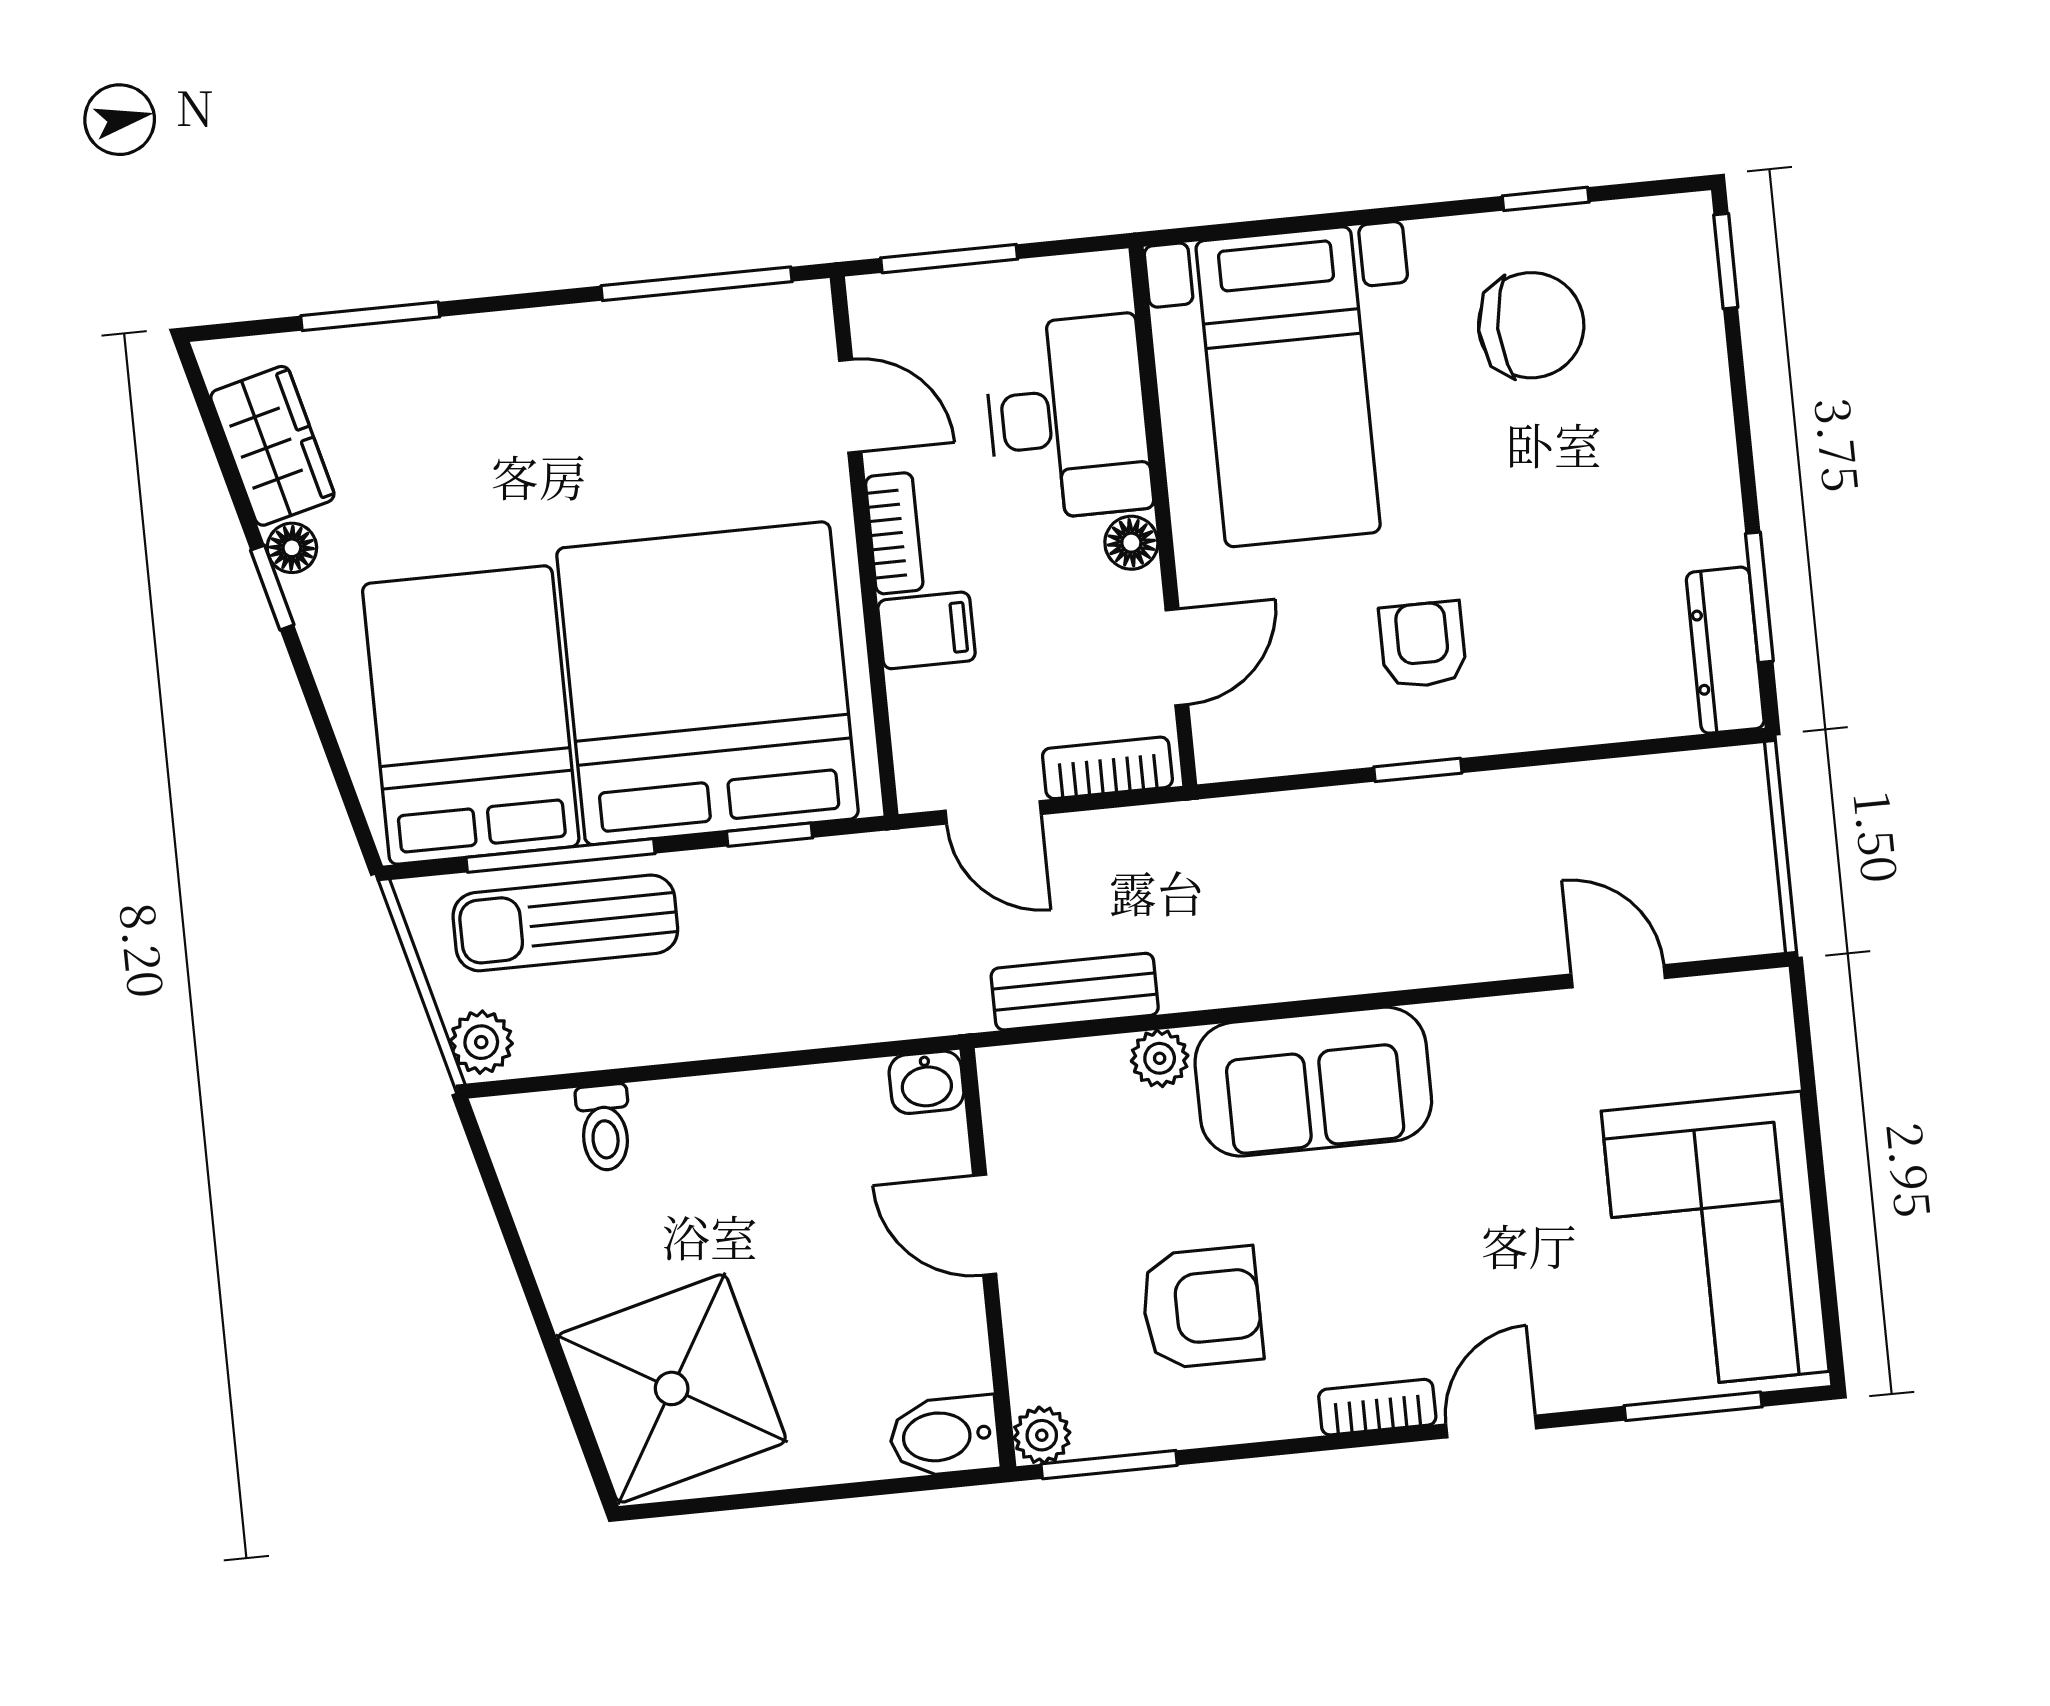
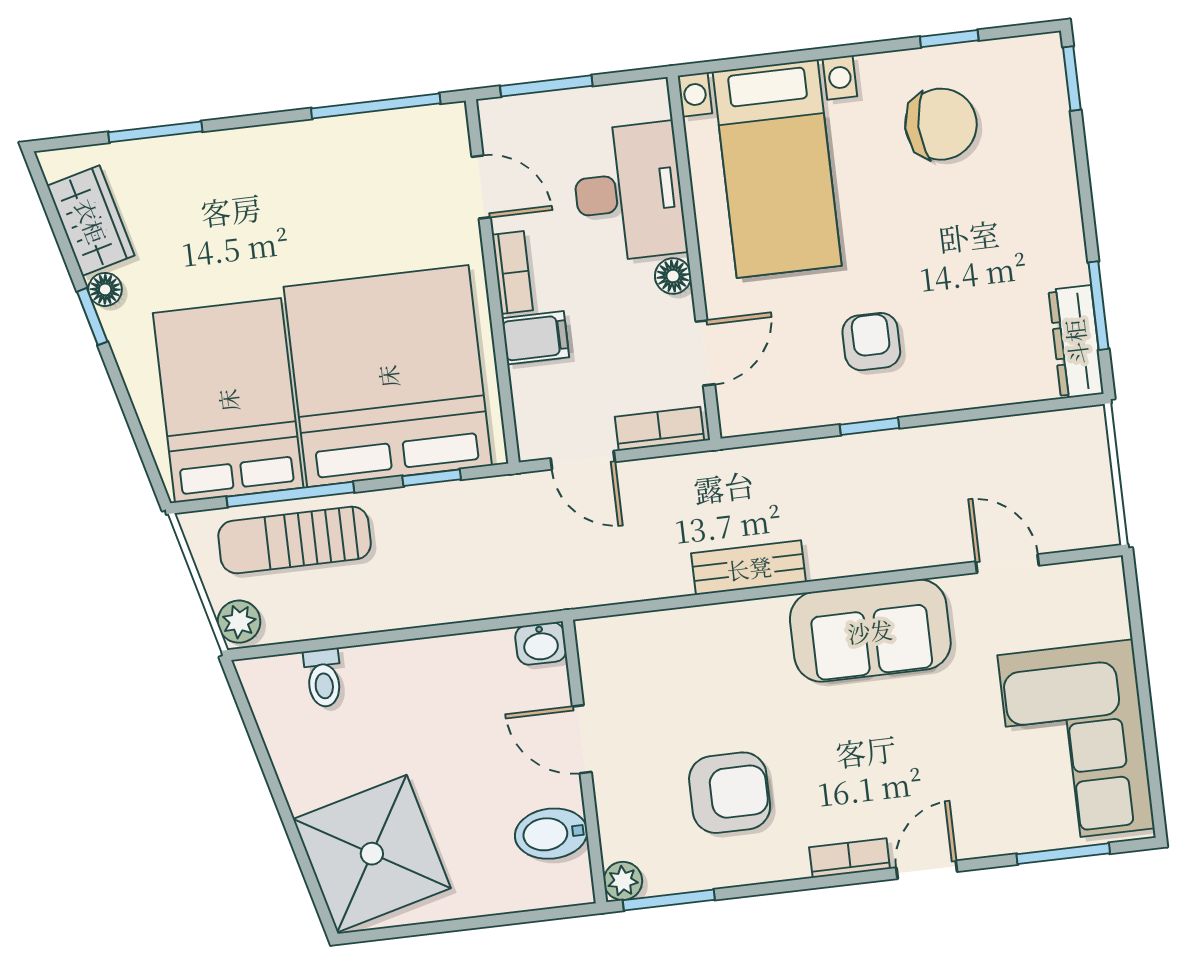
bench: (1075, 992) -> (749, 568), moved
plant: (1160, 1058) -> (698, 625), removed
sofa: (1313, 1082) -> (870, 631), moved
bidet: (944, 1436) -> (551, 834), moved

